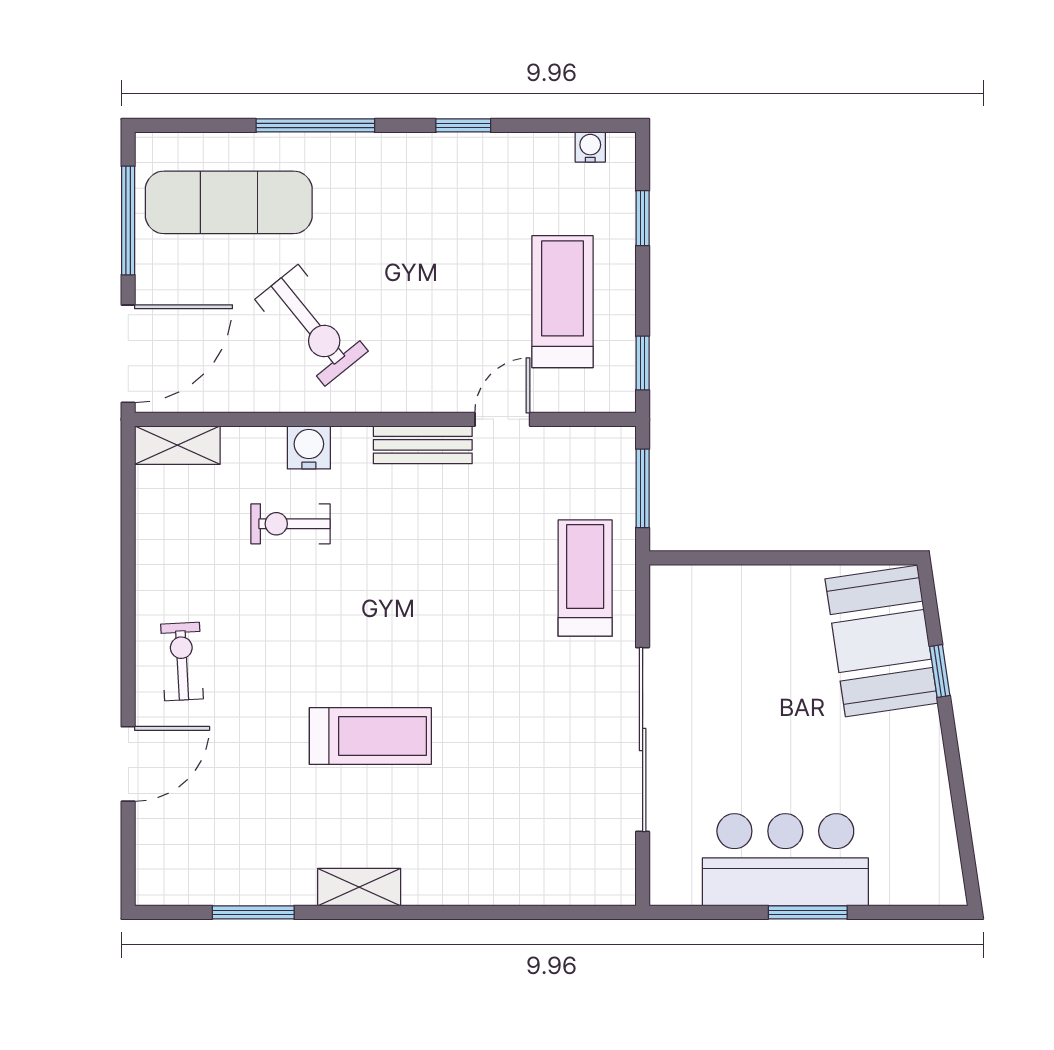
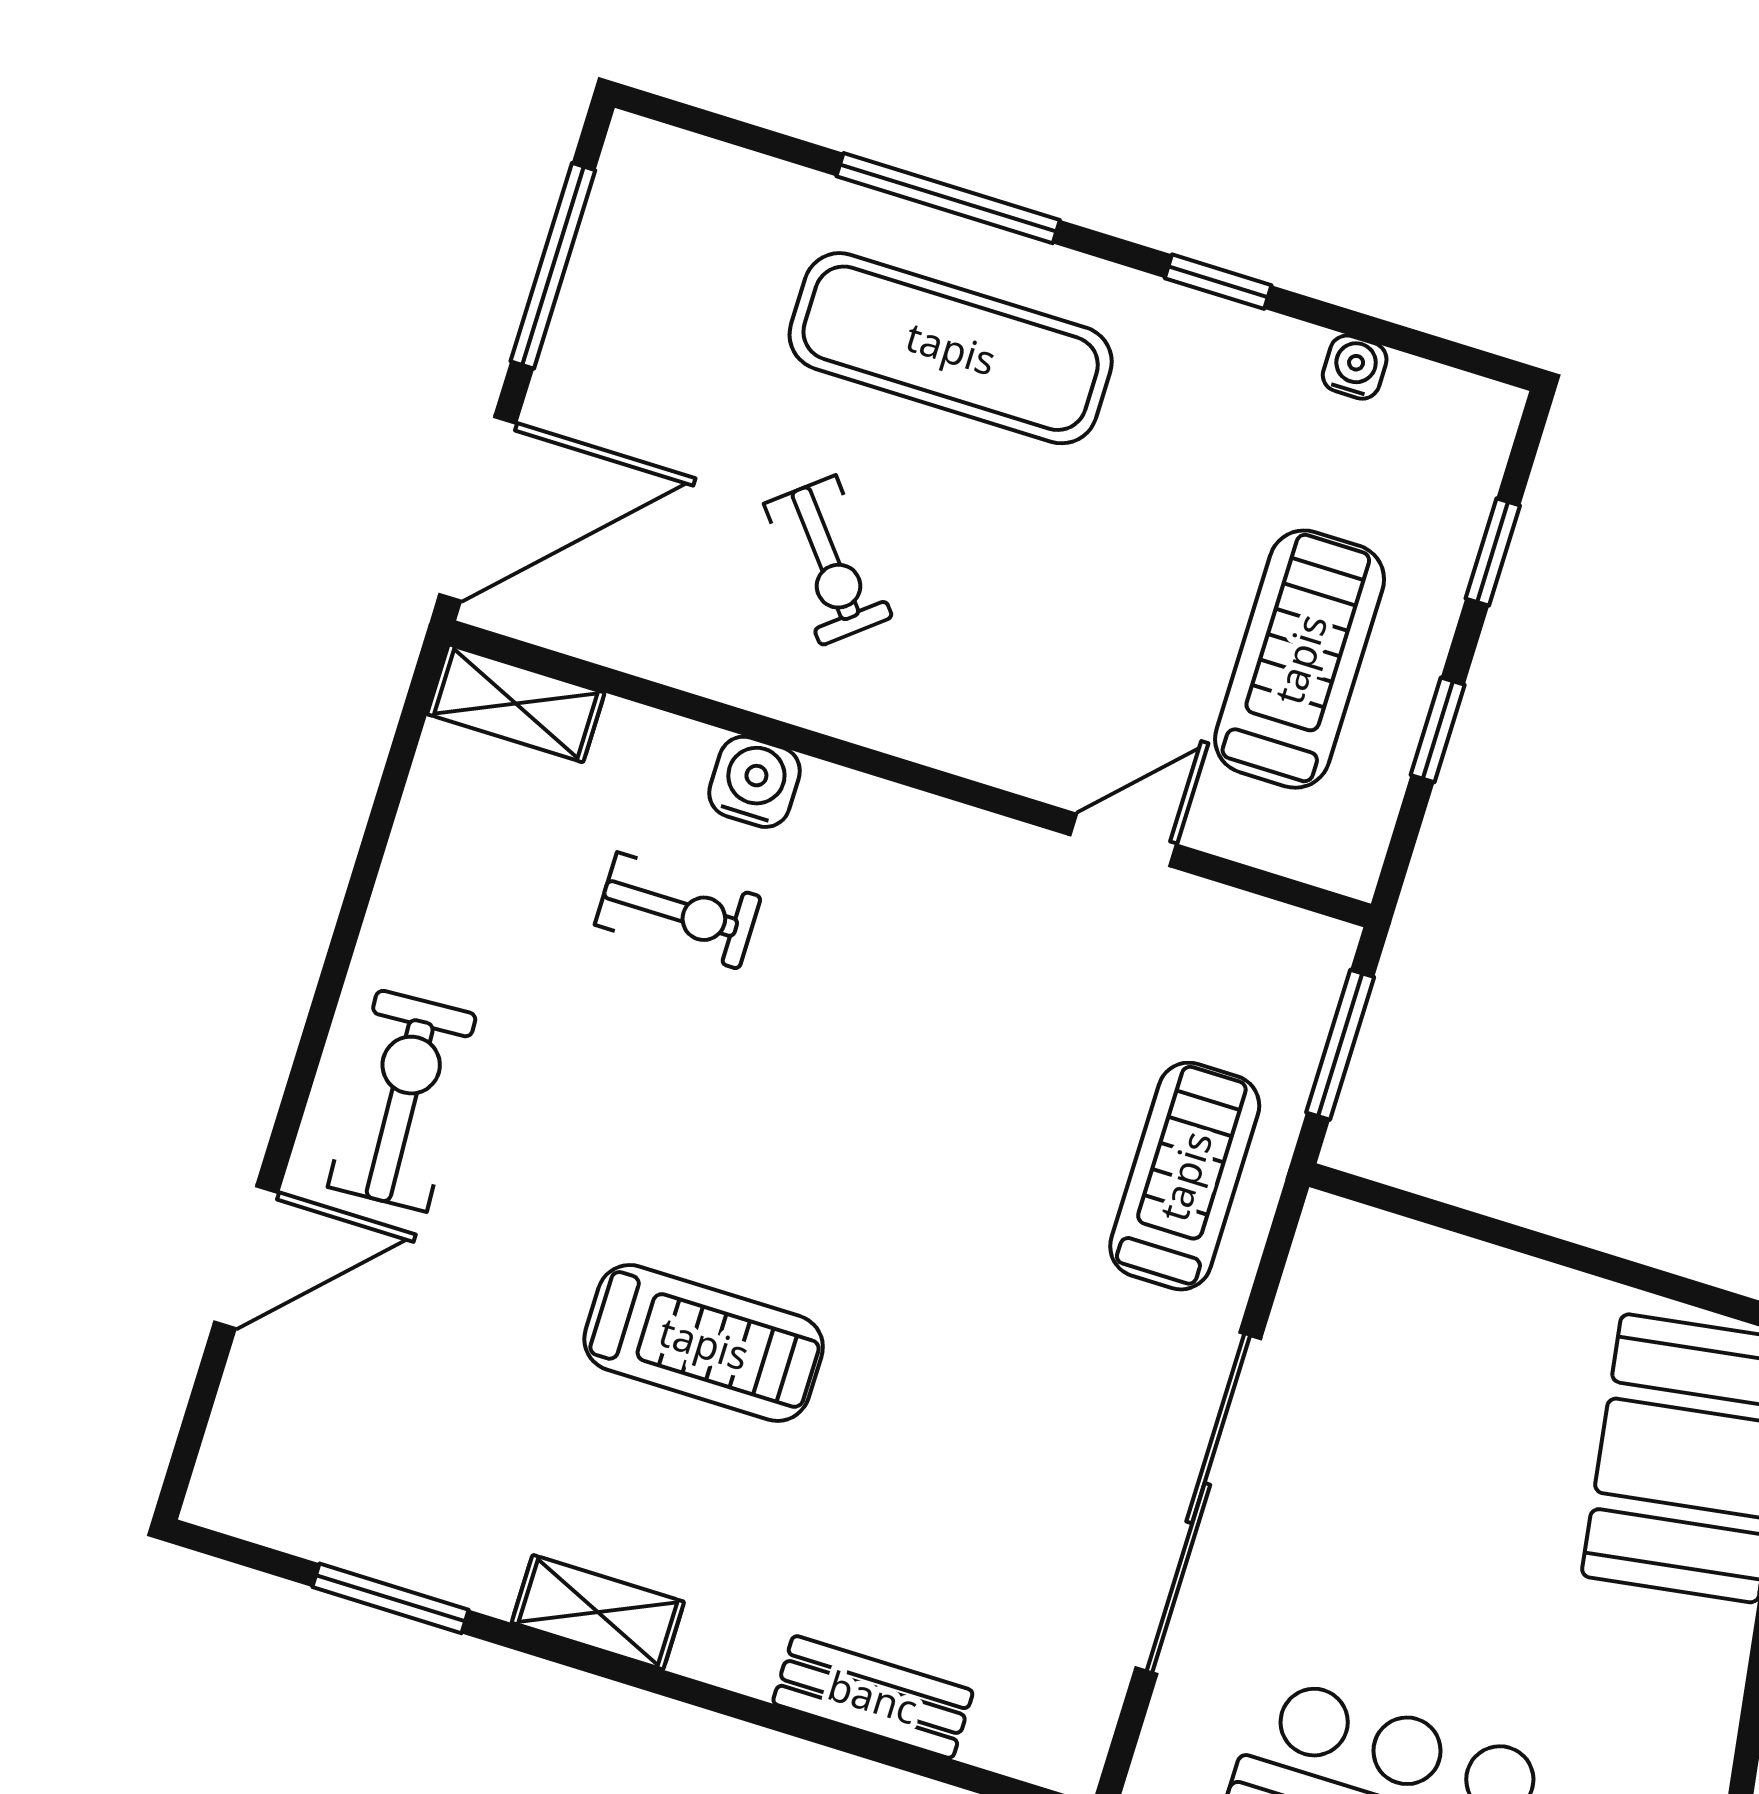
water cooler: (590, 147) -> (1355, 367), moved
exercise mat: (229, 202) -> (951, 348), moved
exercise bike: (311, 325) -> (828, 560), width x0.73, depth x0.72
window: (643, 363) -> (1438, 730), moved
bench: (423, 445) -> (873, 1697), moved
exercise bike: (291, 524) -> (678, 911), turned 180
exercise bike: (182, 662) -> (402, 1101), width x1.38, depth x1.39

